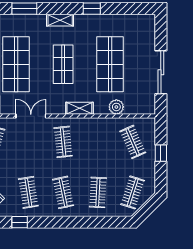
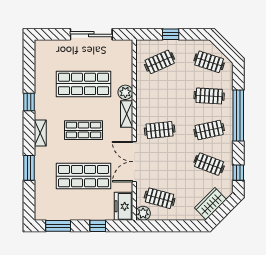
plant: (116, 107) -> (125, 92), moved
double door: (31, 116) -> (134, 162), width x1.37
clothes rail: (28, 192) -> (209, 164), turned 30
window: (78, 222) -> (238, 115), added

